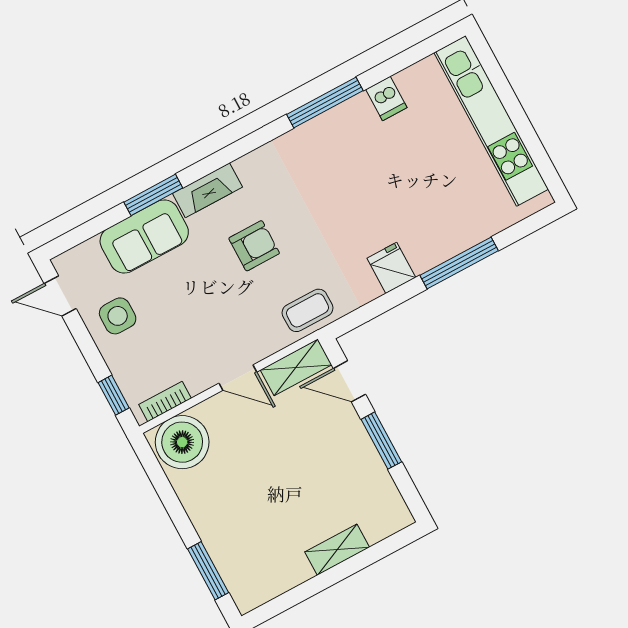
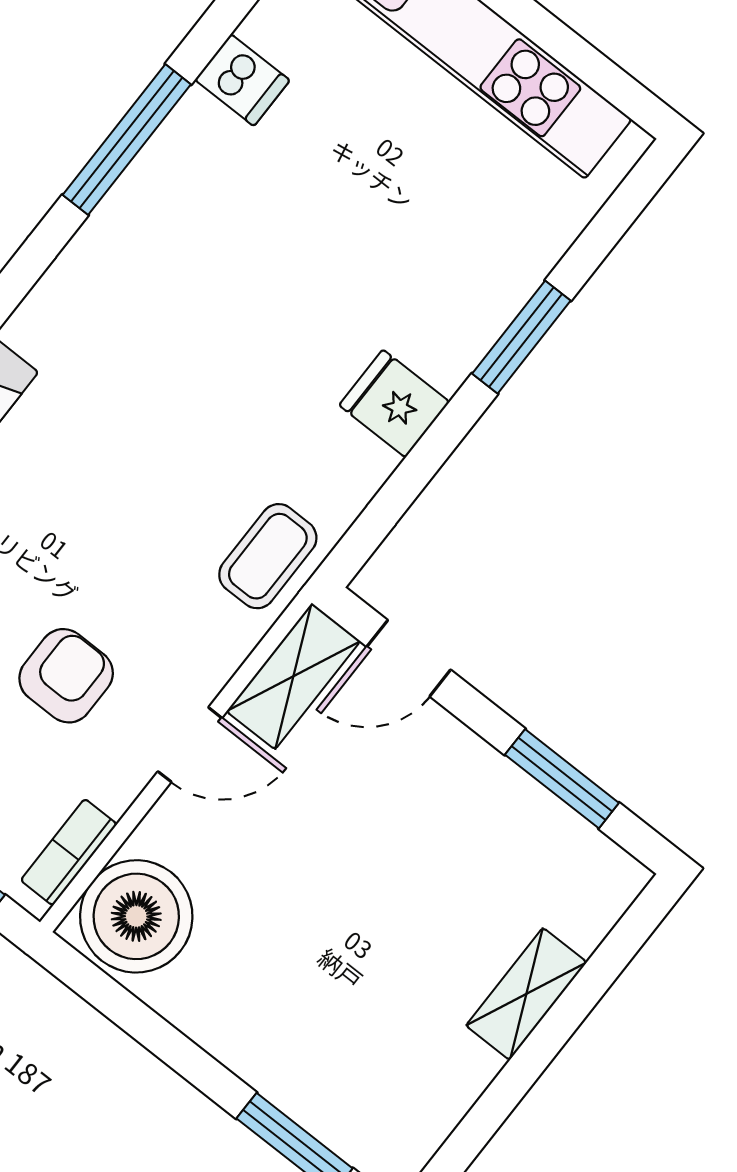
armchair: (254, 246) -> (66, 676), moved
window: (459, 263) -> (521, 337), width x0.69
window: (381, 441) -> (562, 779), moved

